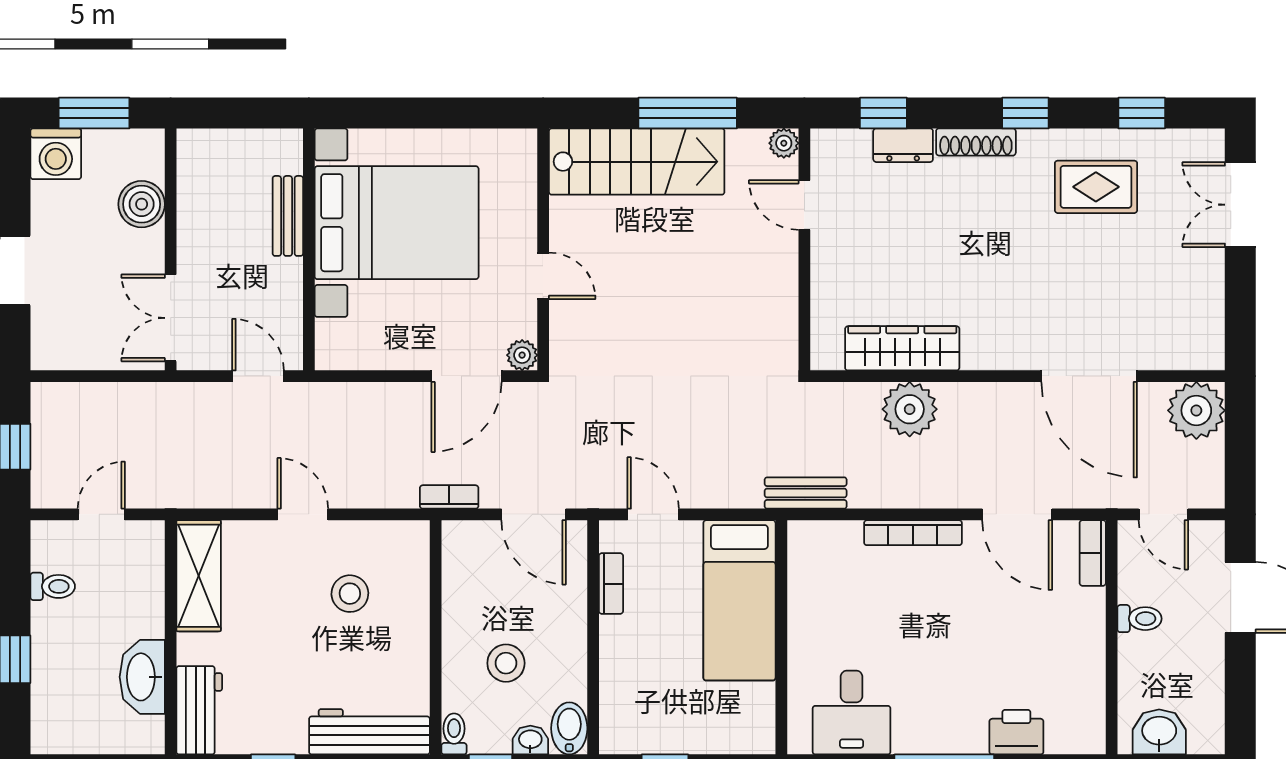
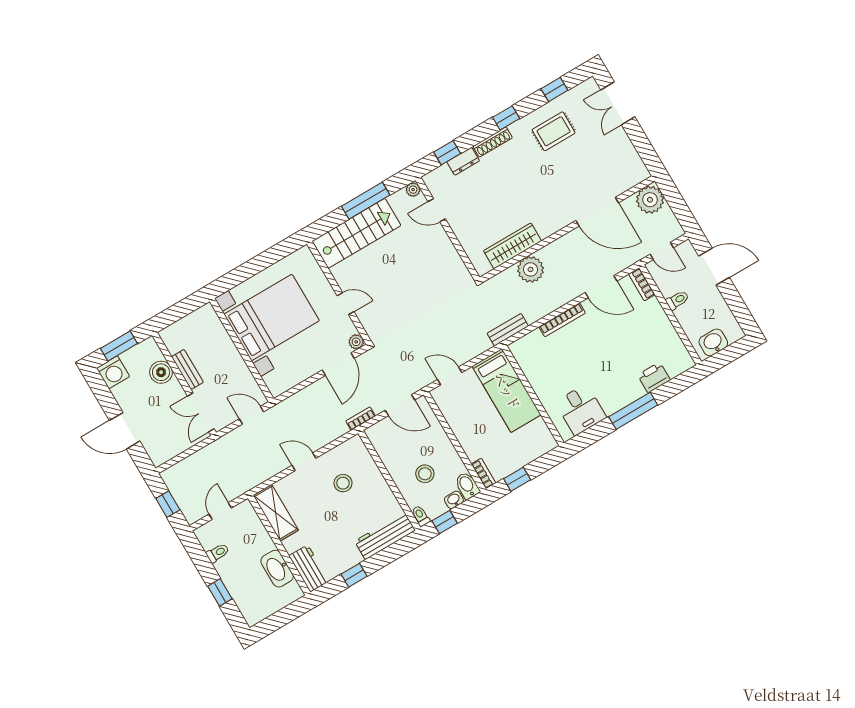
bench: (288, 216) -> (187, 369), moved
bookcase: (611, 584) -> (483, 473), moved

